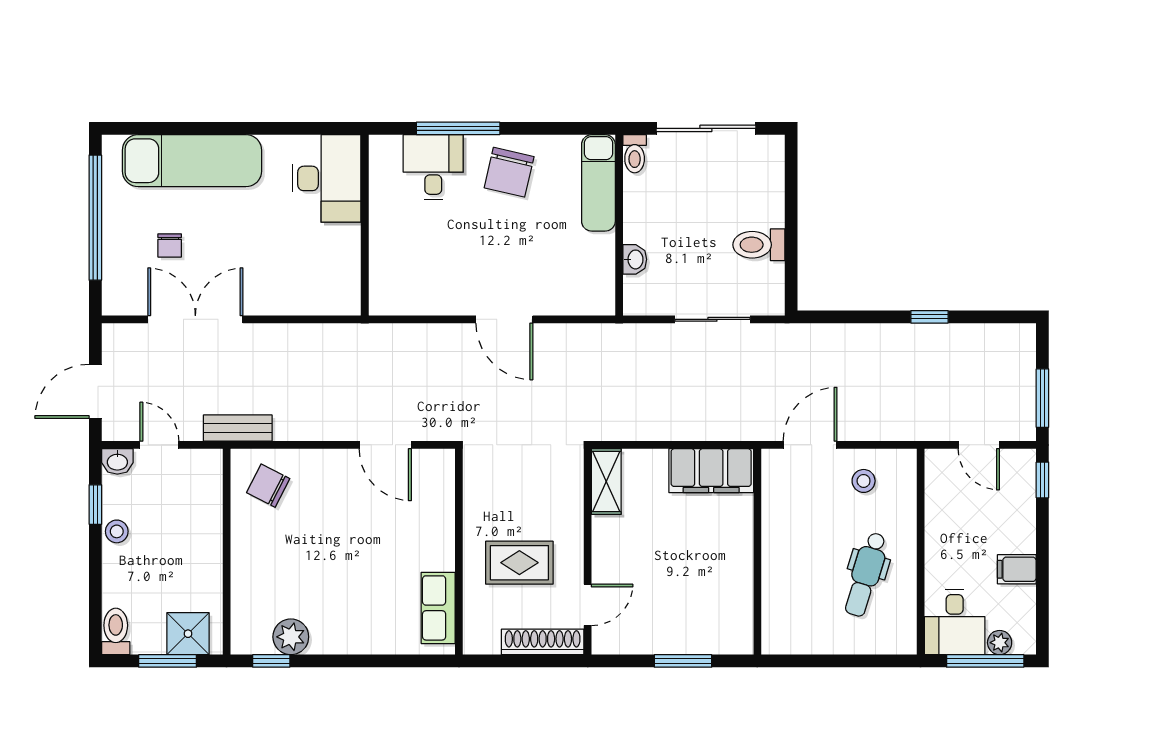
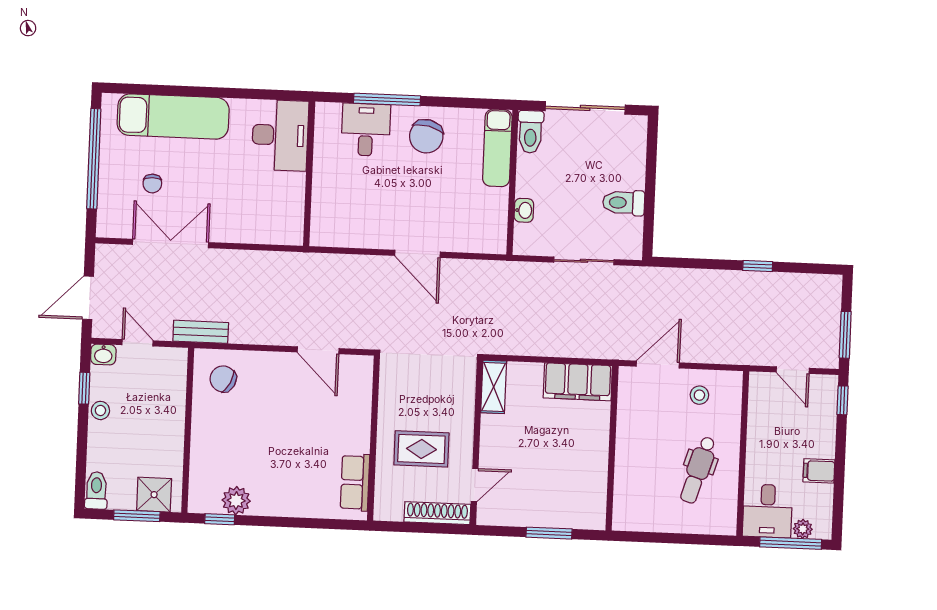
toilet: (635, 154) -> (530, 132), width x1.37, depth x1.39

